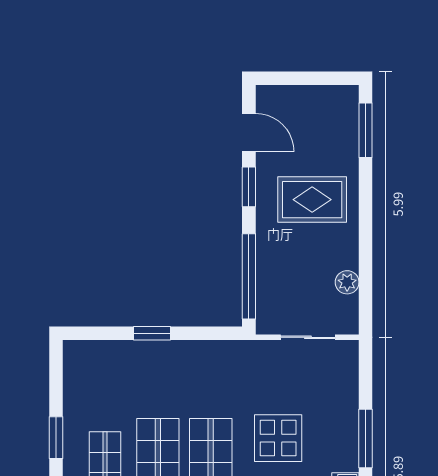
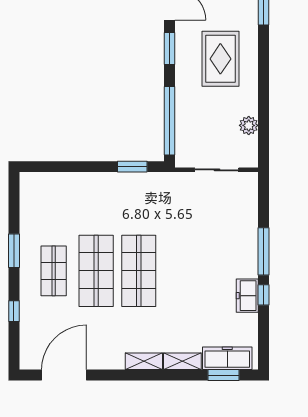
rug: (312, 200) -> (220, 59), turned 90
window: (152, 333) -> (132, 167), moved
display table: (278, 438) -> (193, 251), removed

